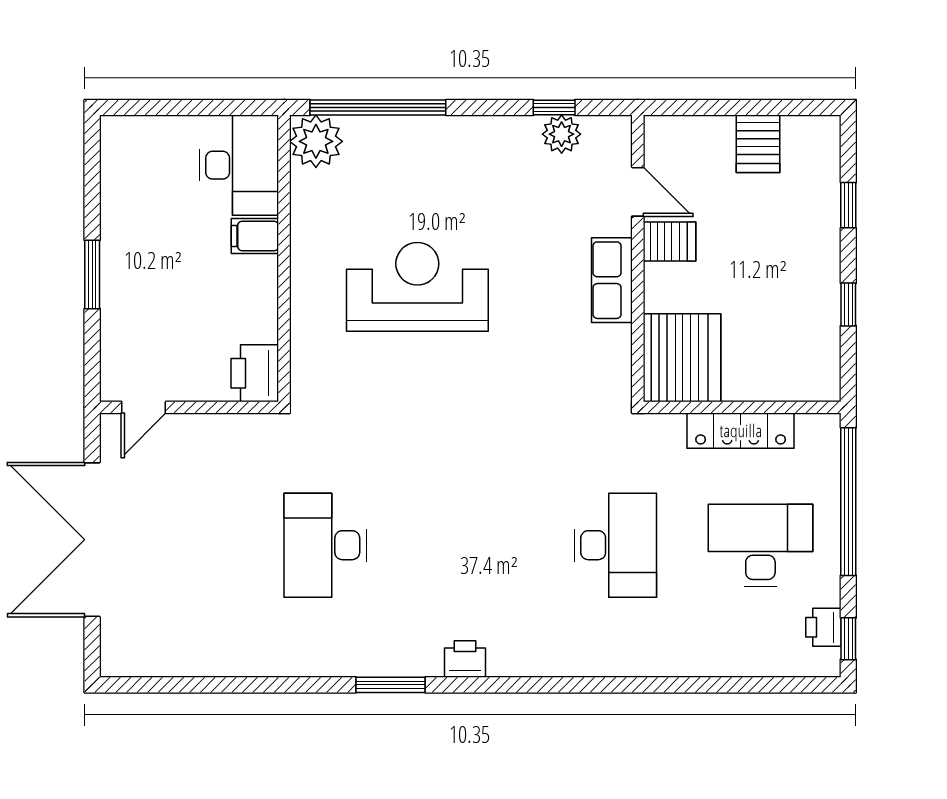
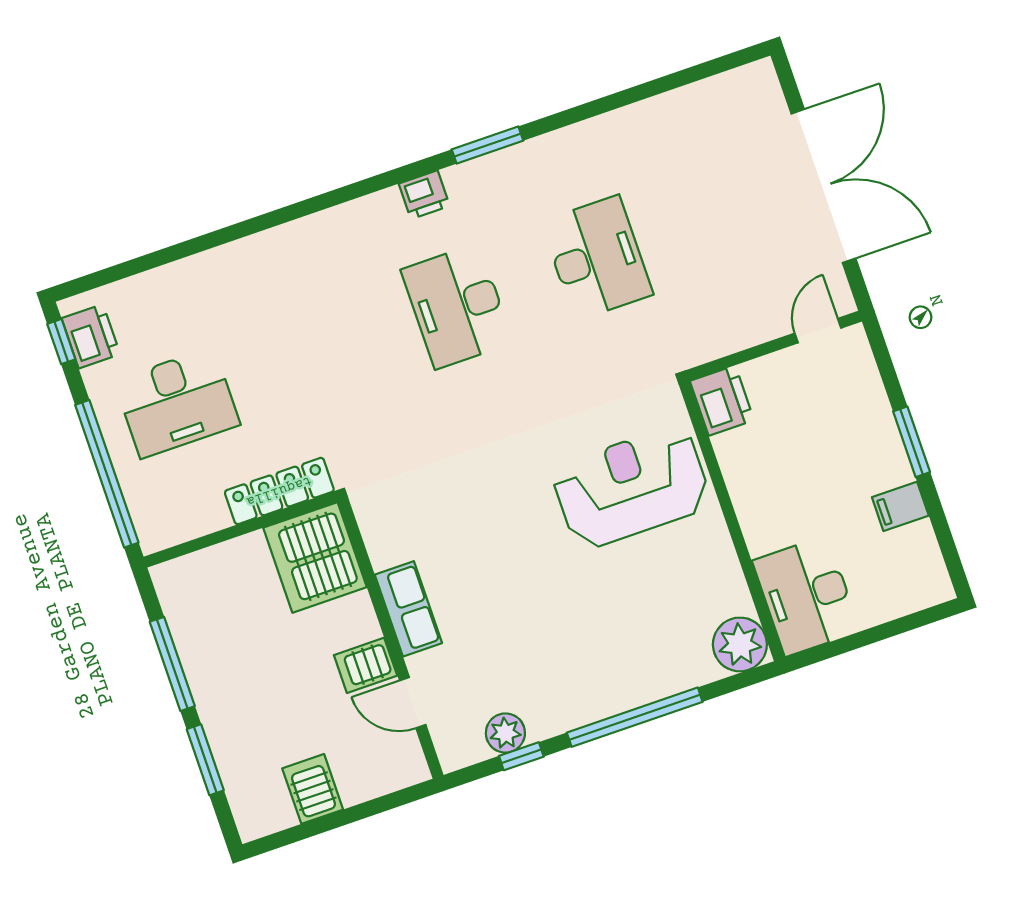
window: (378, 108) -> (635, 717), moved
window: (848, 205) -> (205, 760), width x1.50
filing cabinet: (255, 236) -> (900, 506), moved, turned 180
reception desk: (417, 287) -> (631, 487), moved, turned 180
window: (848, 304) -> (172, 664), width x2.17
locker: (741, 431) -> (279, 491), moved
desk: (615, 545) -> (457, 306), moved
printer: (823, 627) -> (91, 336), width x1.36, depth x1.24

